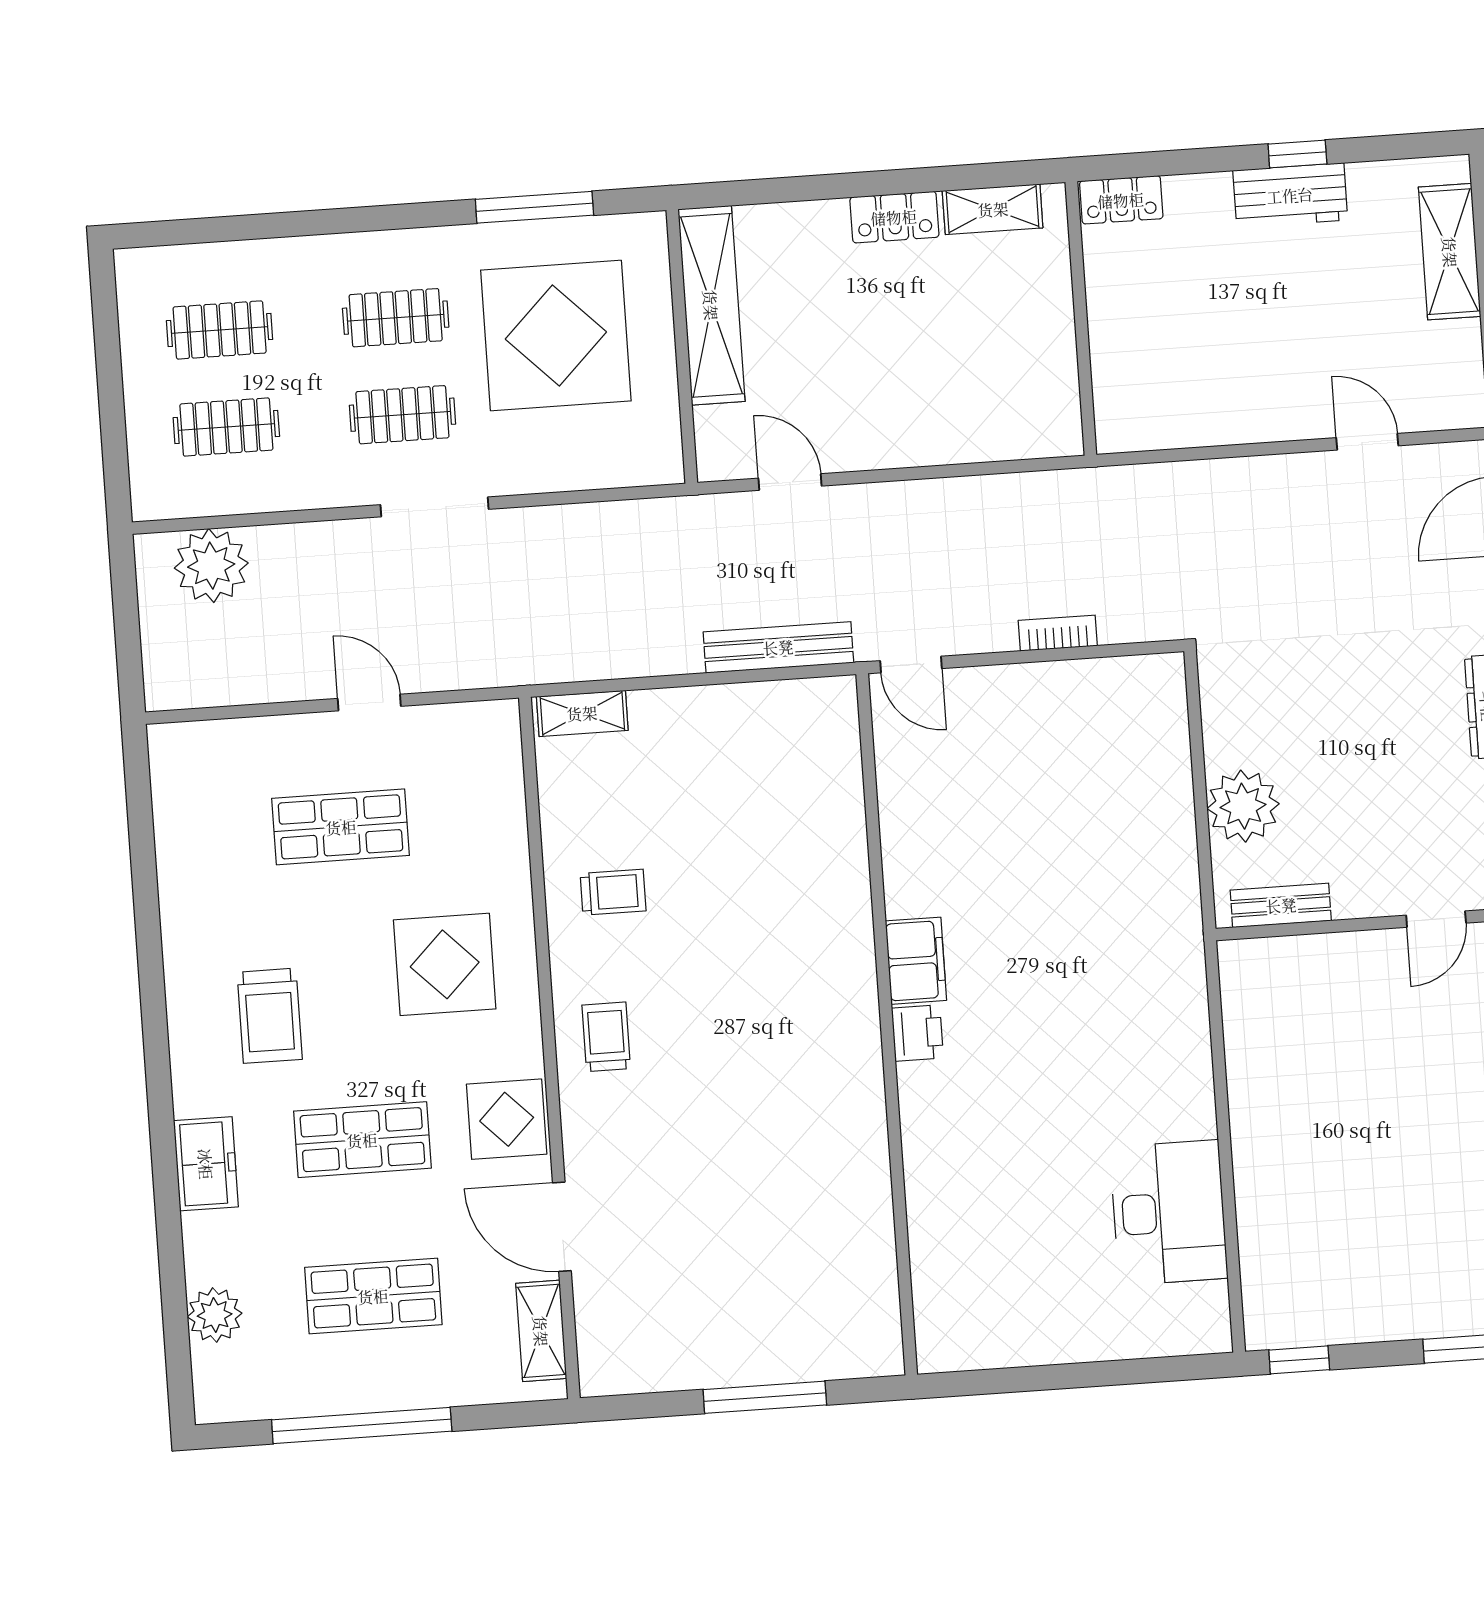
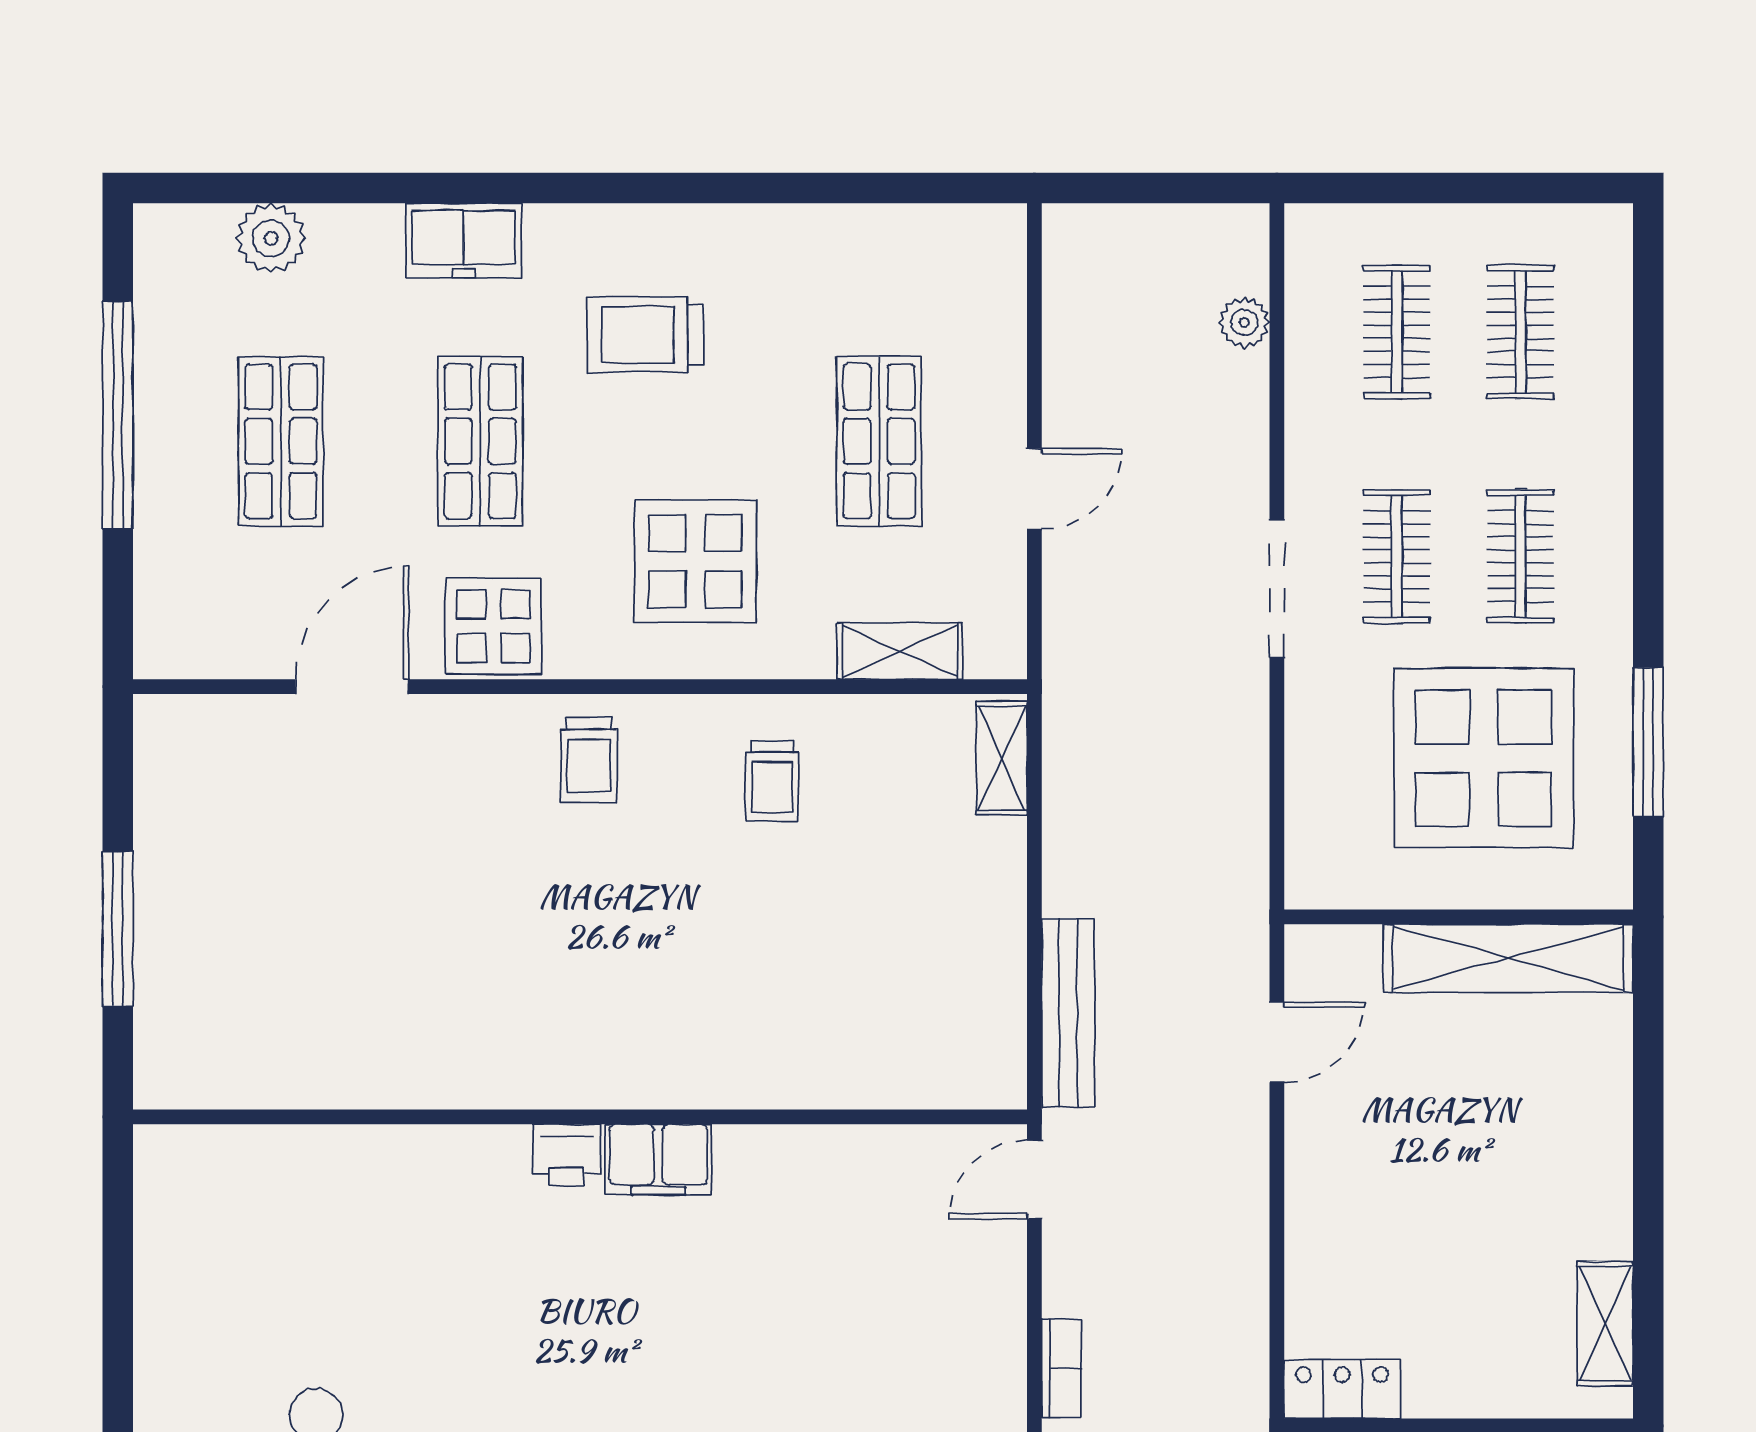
locker: (894, 217) -> (1342, 1389), moved, turned 90
plant: (211, 566) -> (1244, 322), width x0.53, depth x0.53
trolley: (606, 1037) -> (589, 760), turned 90
shelving: (541, 1331) -> (900, 651), moved

